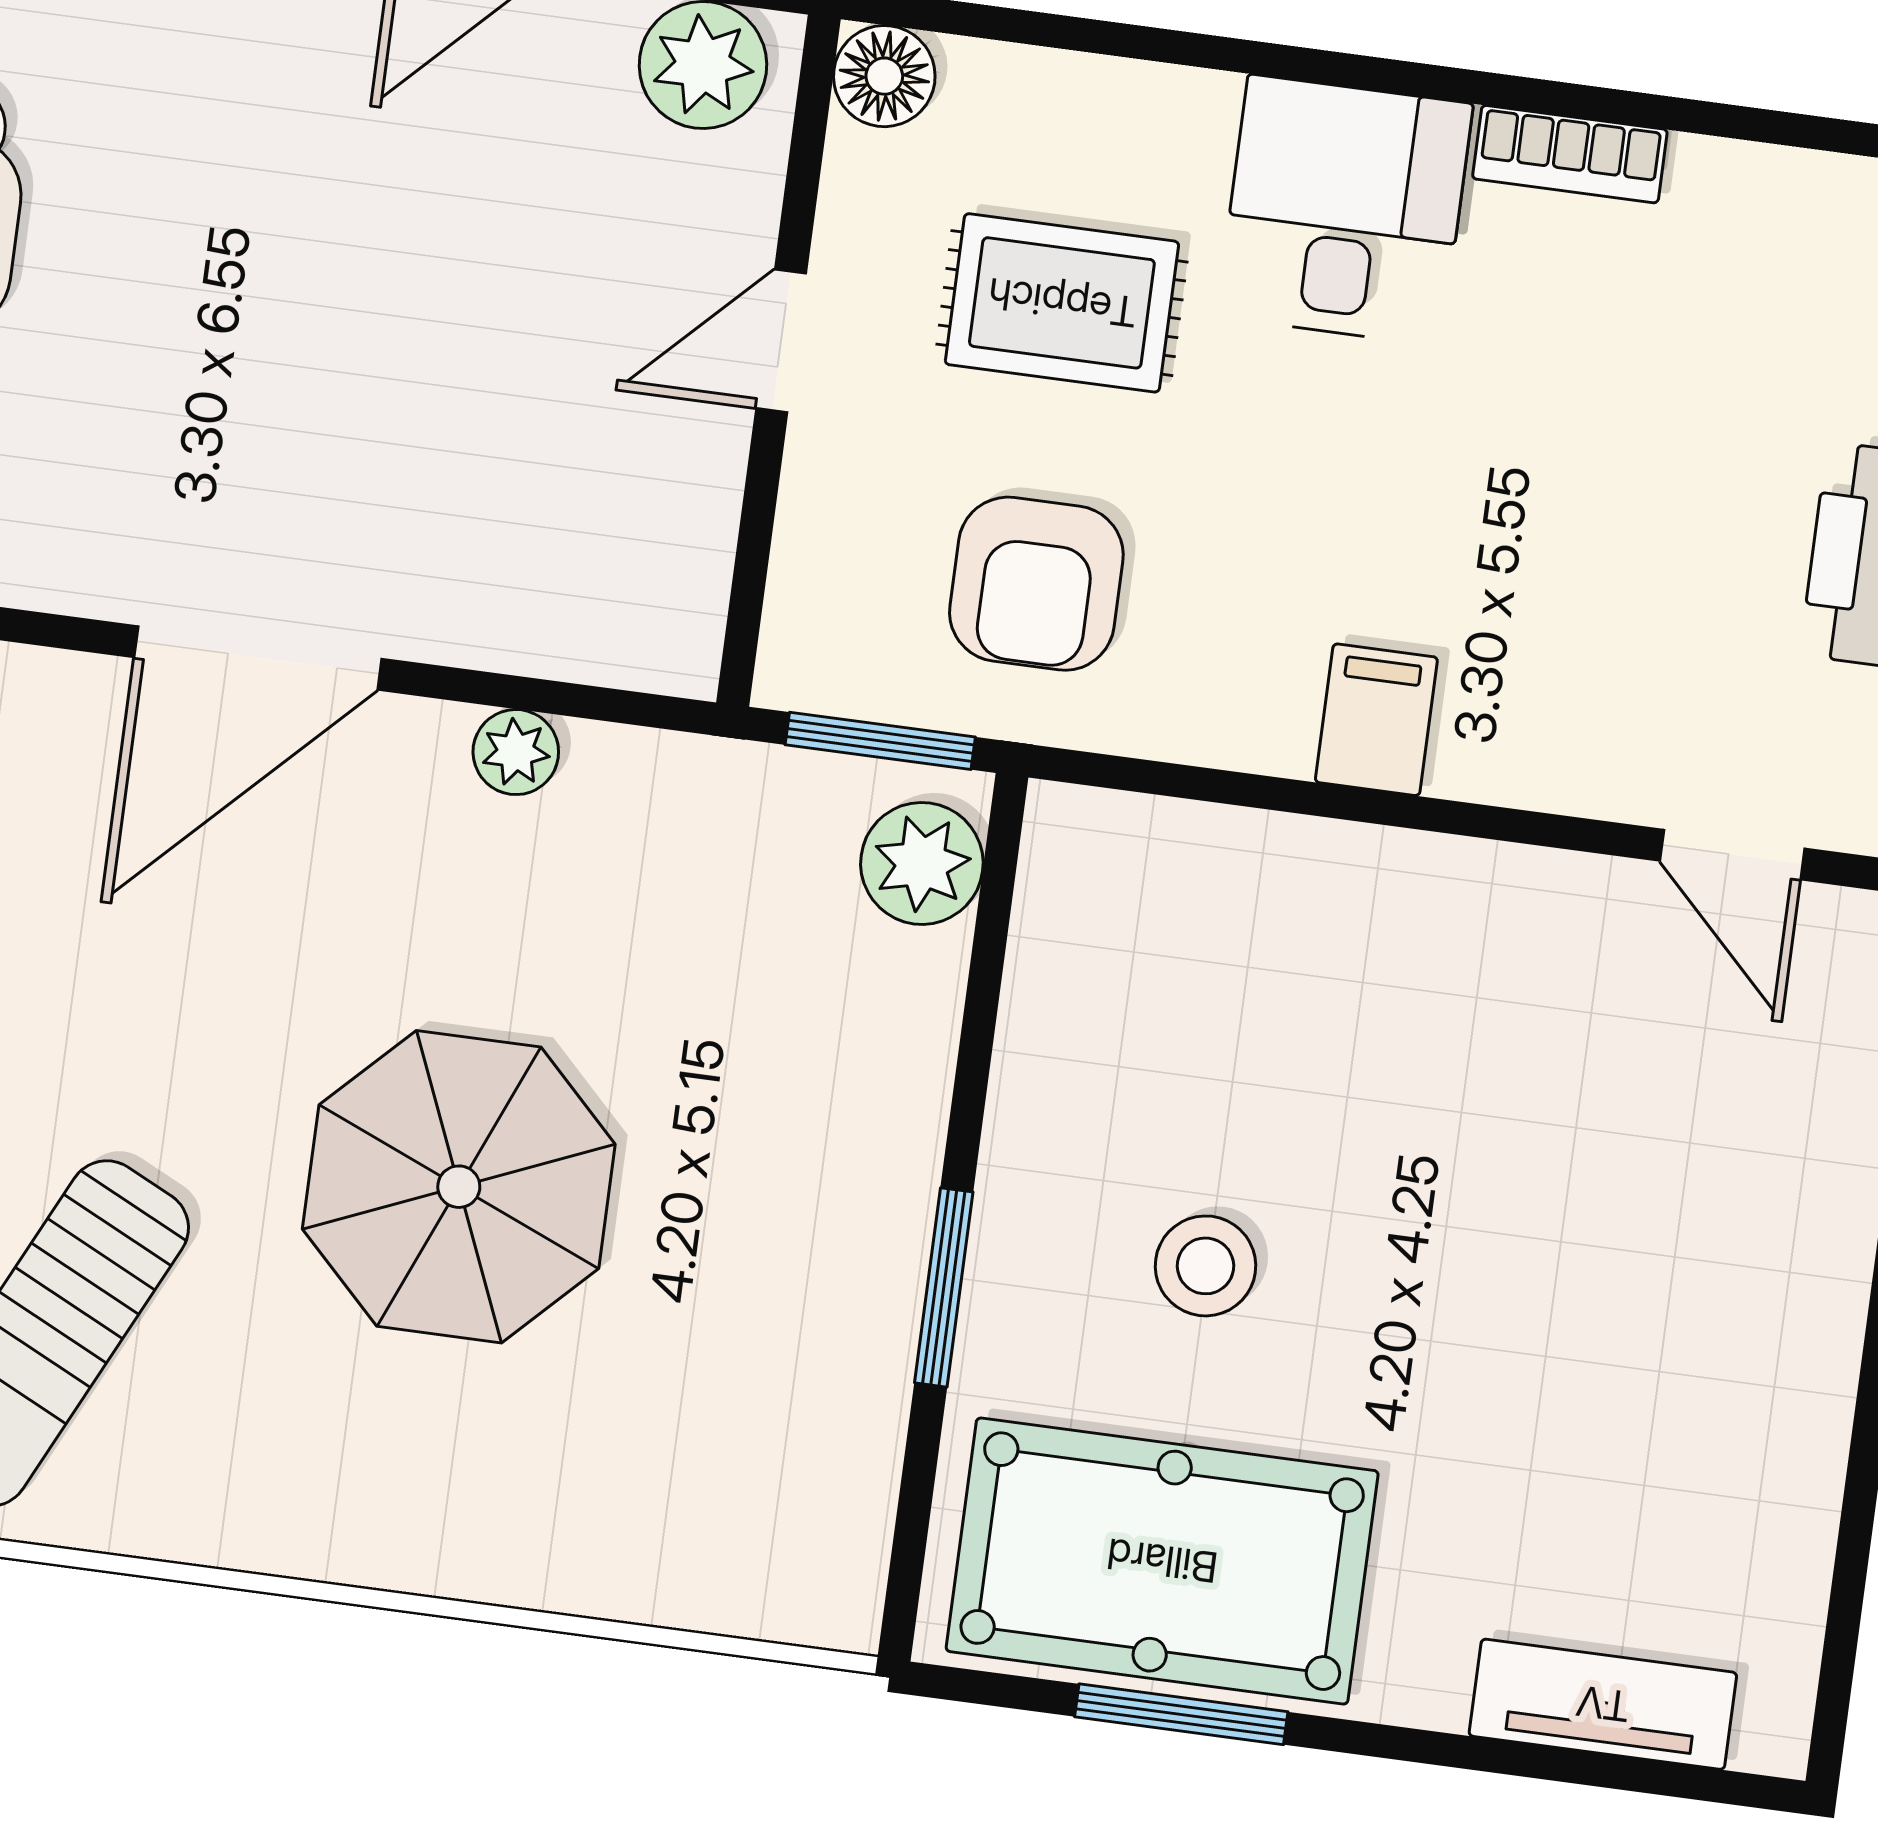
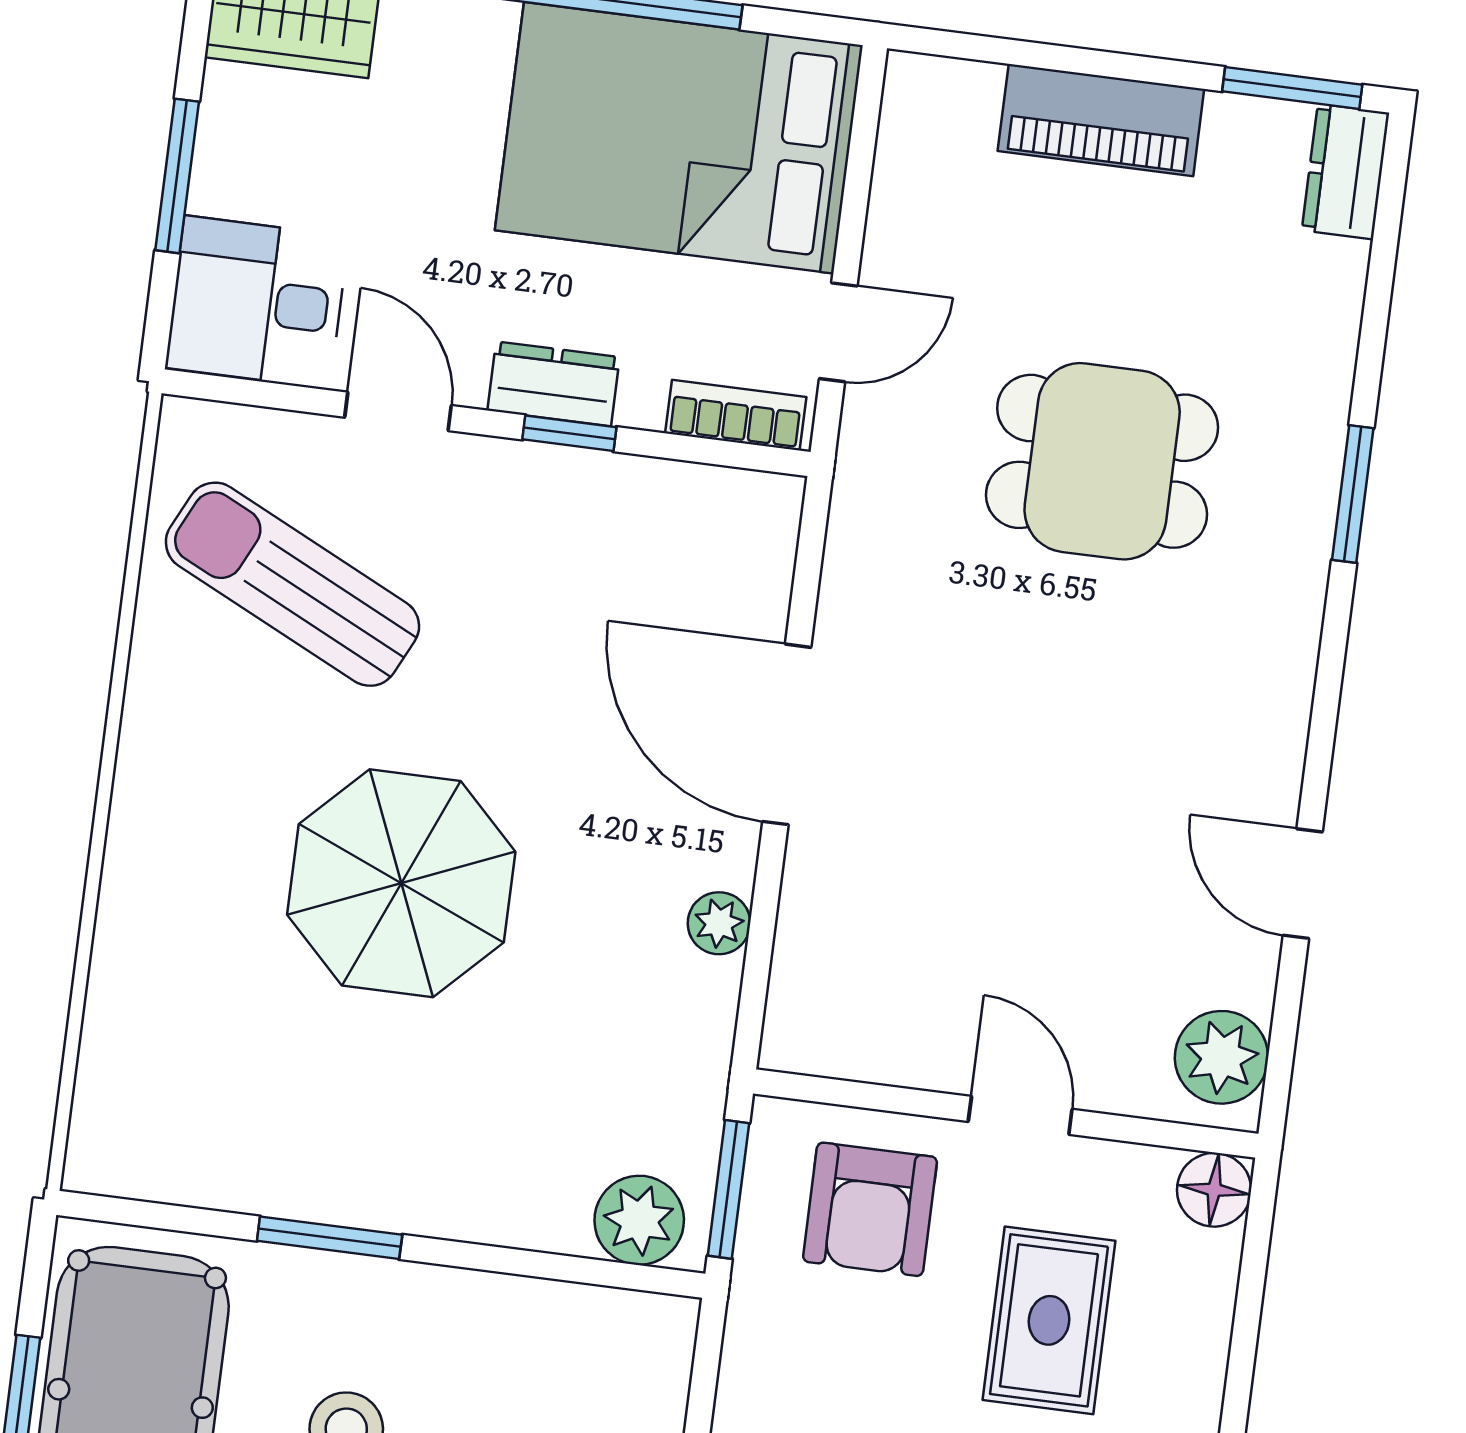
armchair: (1036, 584) -> (870, 1209), moved, turned -90

